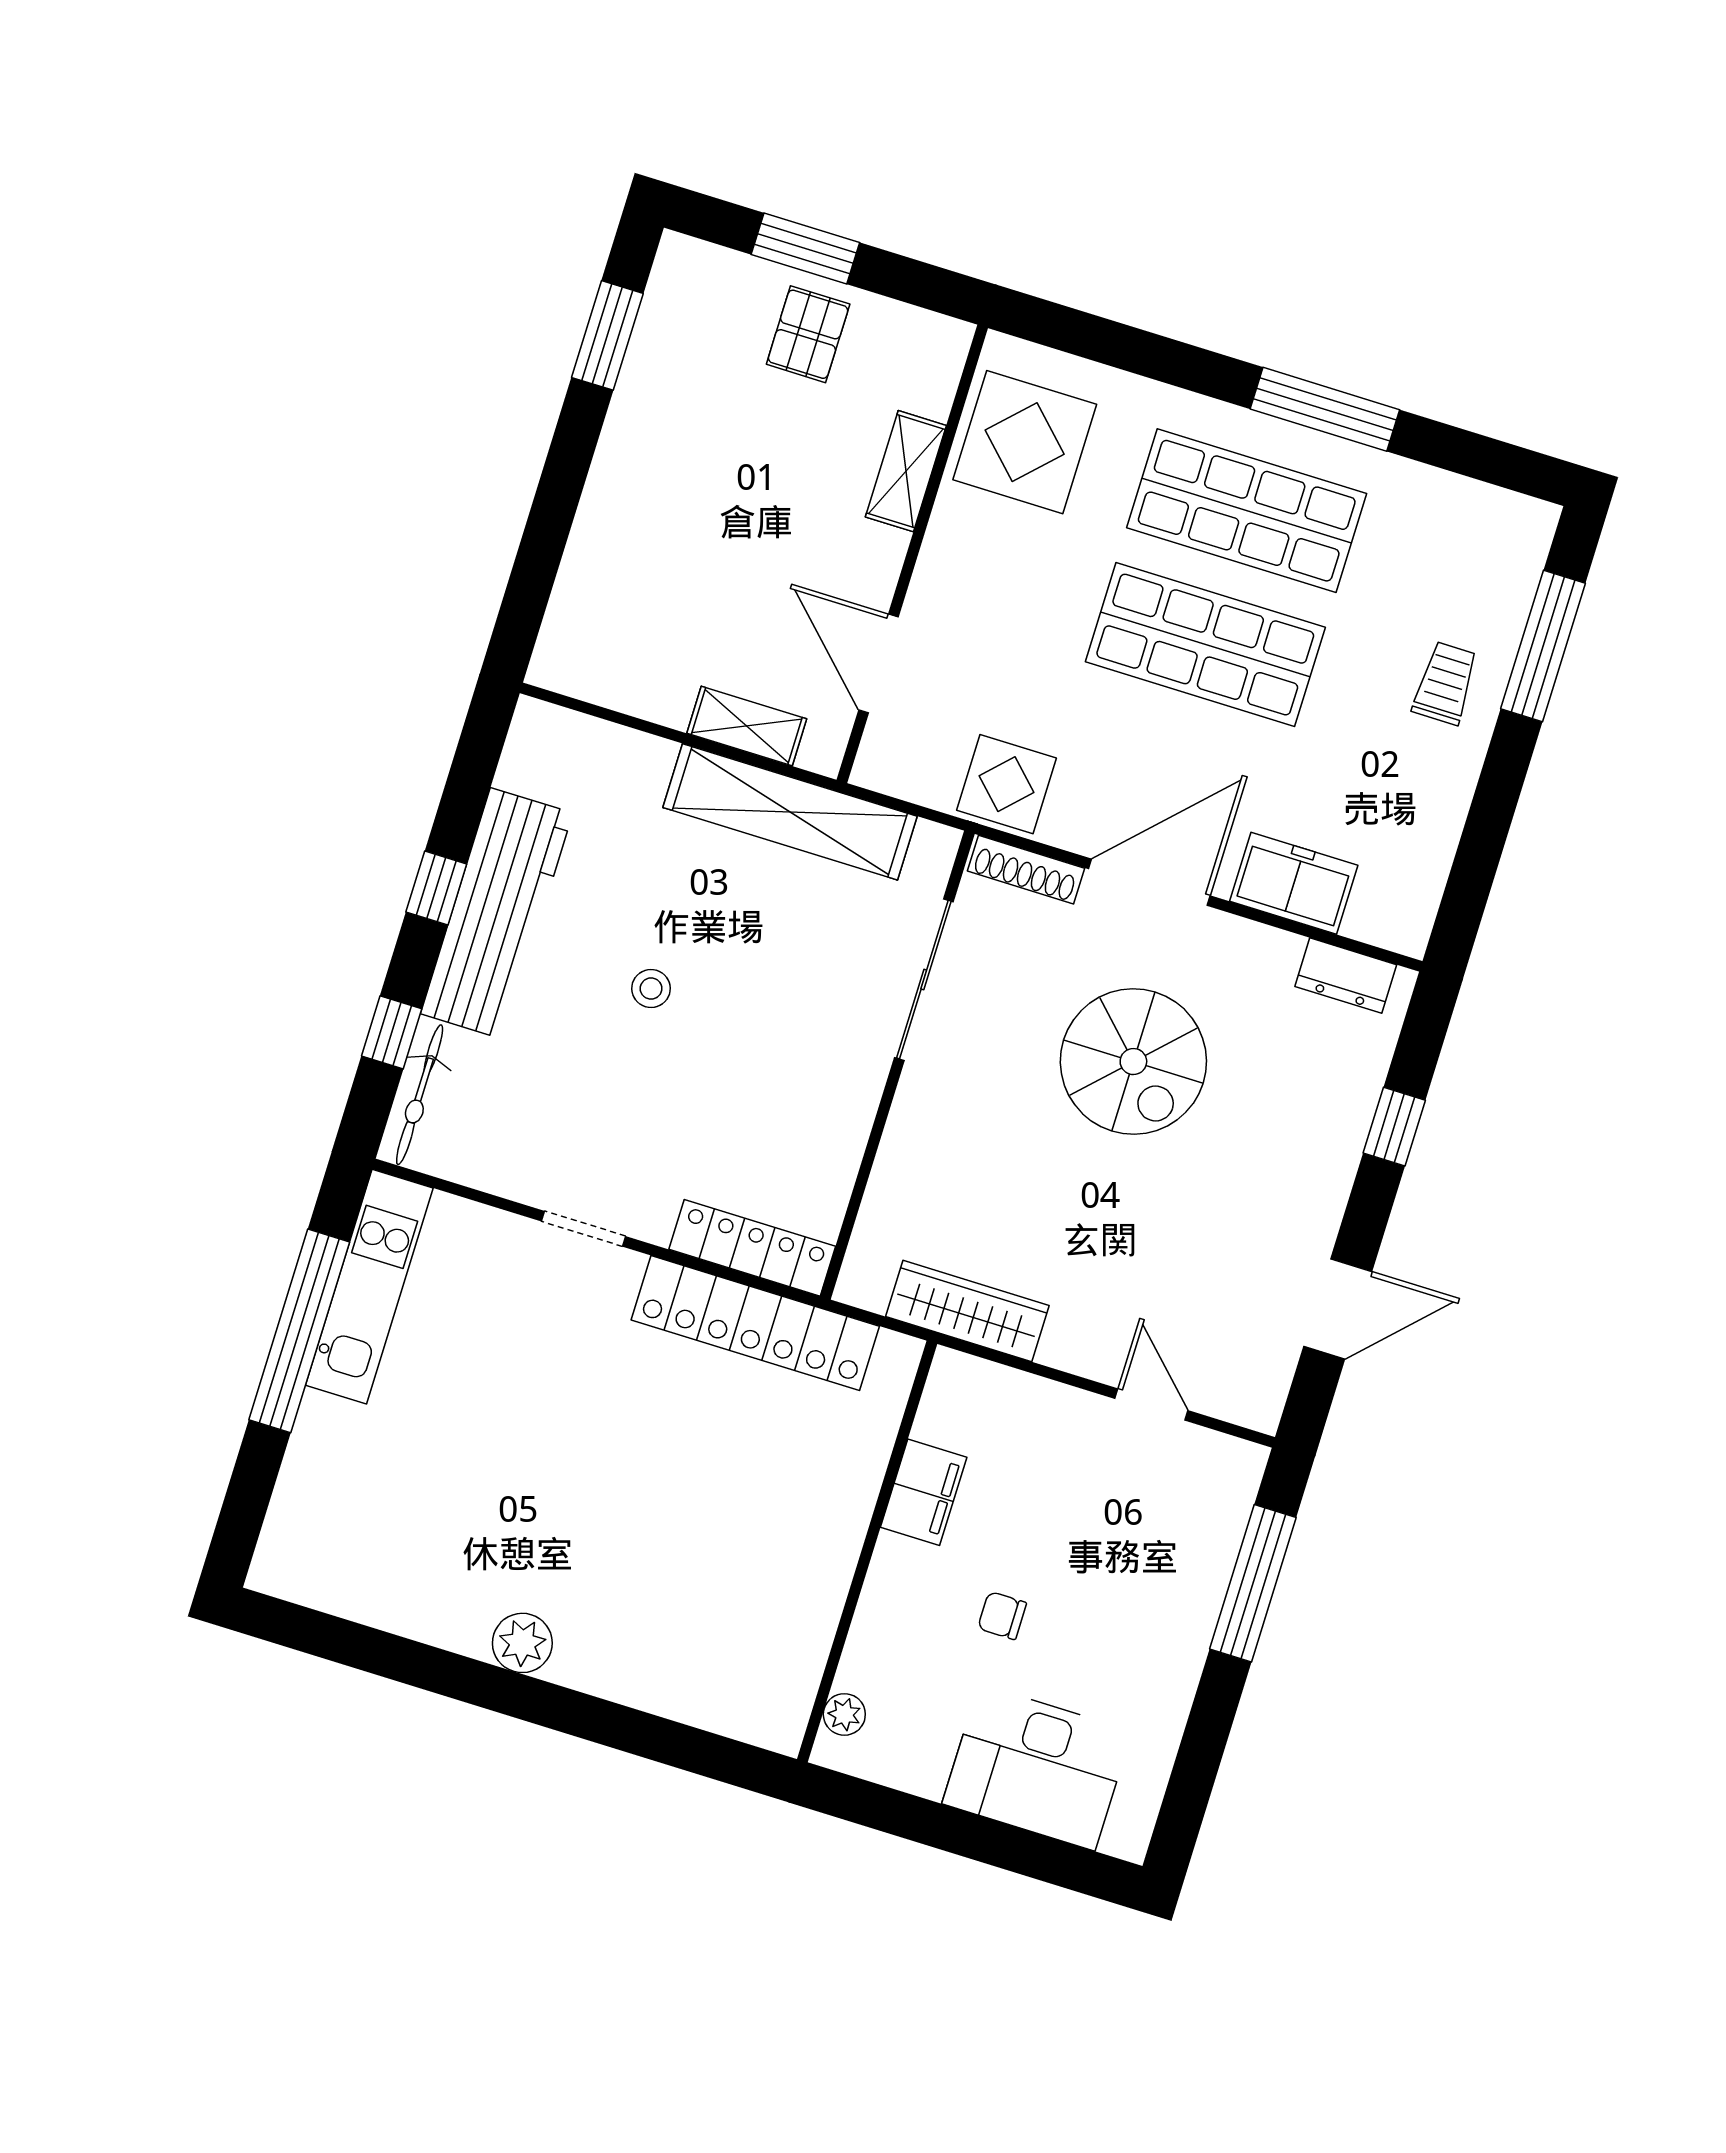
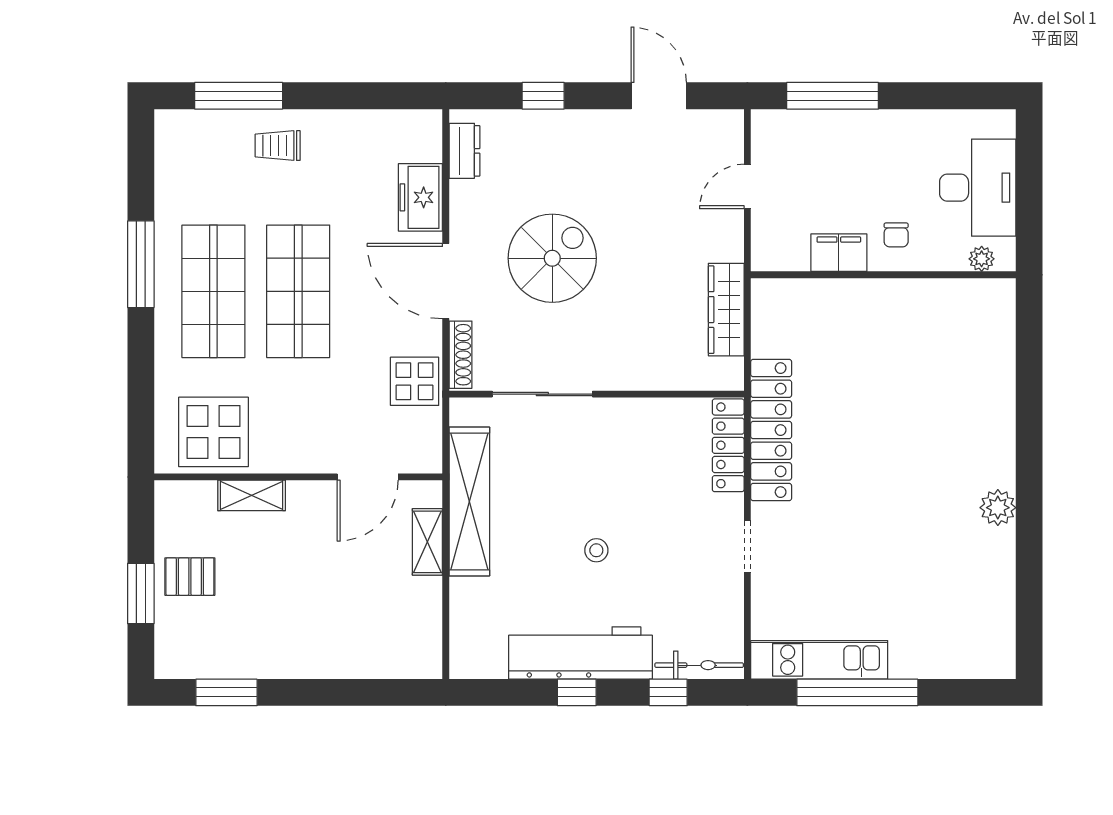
filing cabinet: (924, 1492) -> (839, 253), moved
wall: (867, 1552) -> (883, 275), moved
plant: (844, 1714) -> (982, 259), moved

